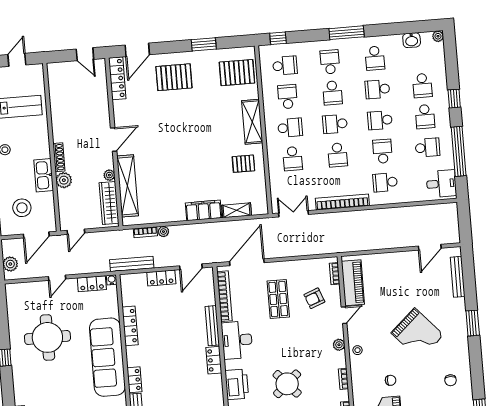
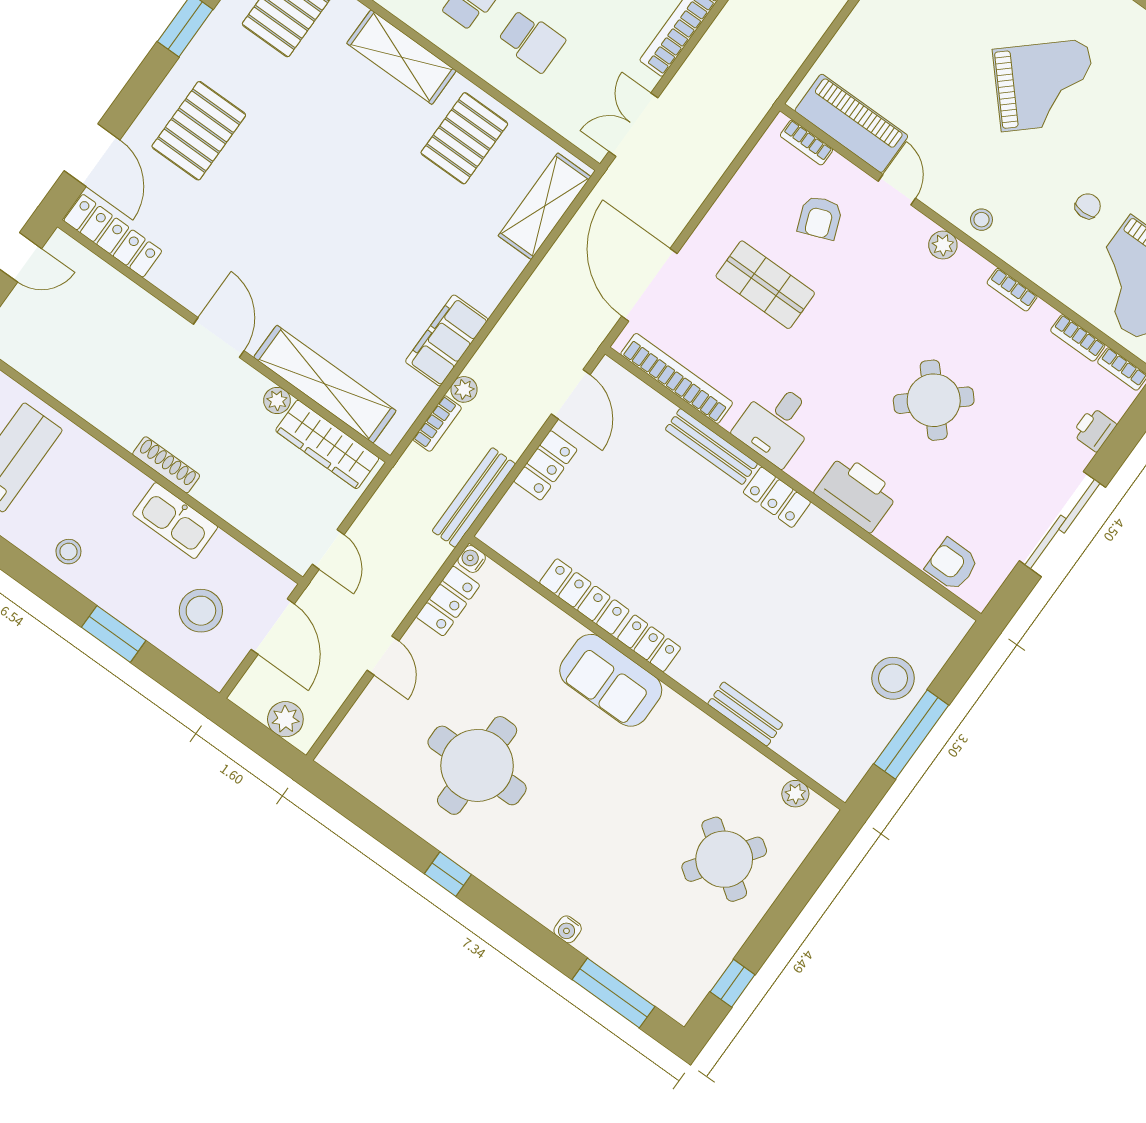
pallet: (243, 164) -> (464, 138), width x1.50, depth x1.42
plant: (64, 180) -> (216, 491), removed
filing cabinet: (204, 210) -> (447, 340), moved
shelving: (237, 210) -> (545, 206), width x1.50, depth x1.33
desk: (237, 340) -> (776, 424), width x0.73
sofa: (107, 357) -> (611, 680), width x0.54, depth x0.79
locker: (134, 380) -> (649, 643), moved

